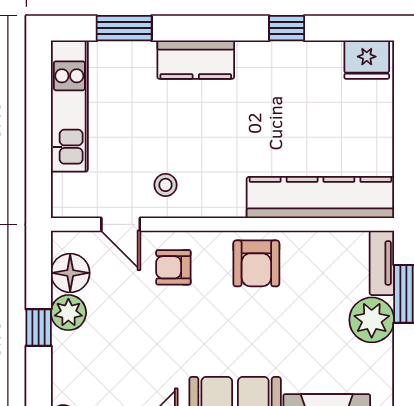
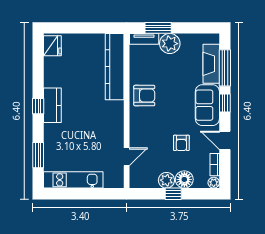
window: (287, 28) -> (38, 106), moved
kitchen counter: (196, 60) -> (52, 105), moved
stool: (166, 185) -> (109, 136), removed
armchair: (173, 267) -> (181, 143), moved
floor lamp: (70, 273) -> (184, 179), moved

